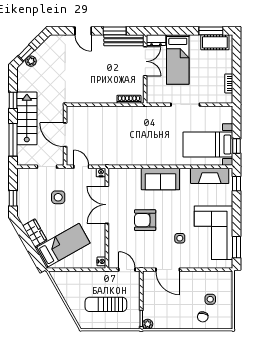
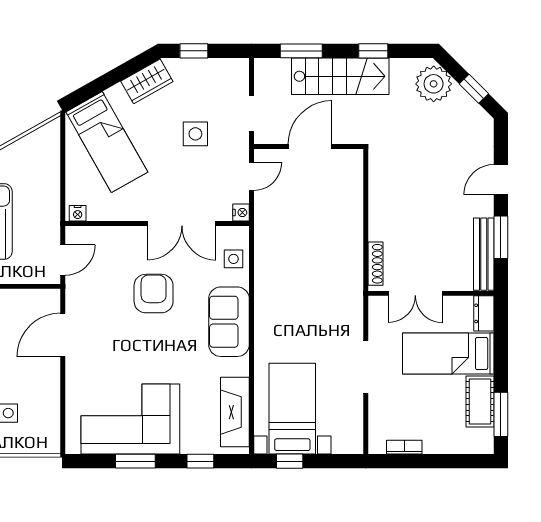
cot: (215, 42) -> (480, 402), moved
window: (26, 53) -> (474, 89), moved
plant: (31, 61) -> (434, 84), width x1.88, depth x1.88
double door: (145, 61) -> (415, 293), moved
window: (13, 140) -> (301, 51), width x0.69
window: (236, 184) -> (200, 461), moved
double door: (107, 205) -> (182, 223), swing flipped
wardrobe: (35, 233) -> (147, 81), moved
side table: (180, 238) -> (233, 259), moved
window: (236, 247) -> (135, 461), moved

